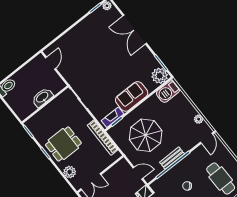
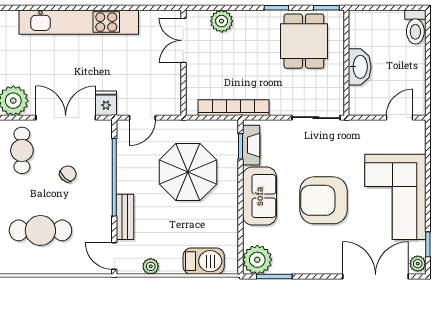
double door: (135, 30) -> (376, 277), moved
corner sofa: (86, 38) -> (395, 197), added
door: (51, 63) -> (400, 118), swing flipped
armchair: (112, 68) -> (324, 200), added
barbecue: (168, 91) -> (204, 261), moved, turned 90
dining table: (63, 144) -> (304, 41), moved
bench: (172, 158) -> (125, 217), moved

